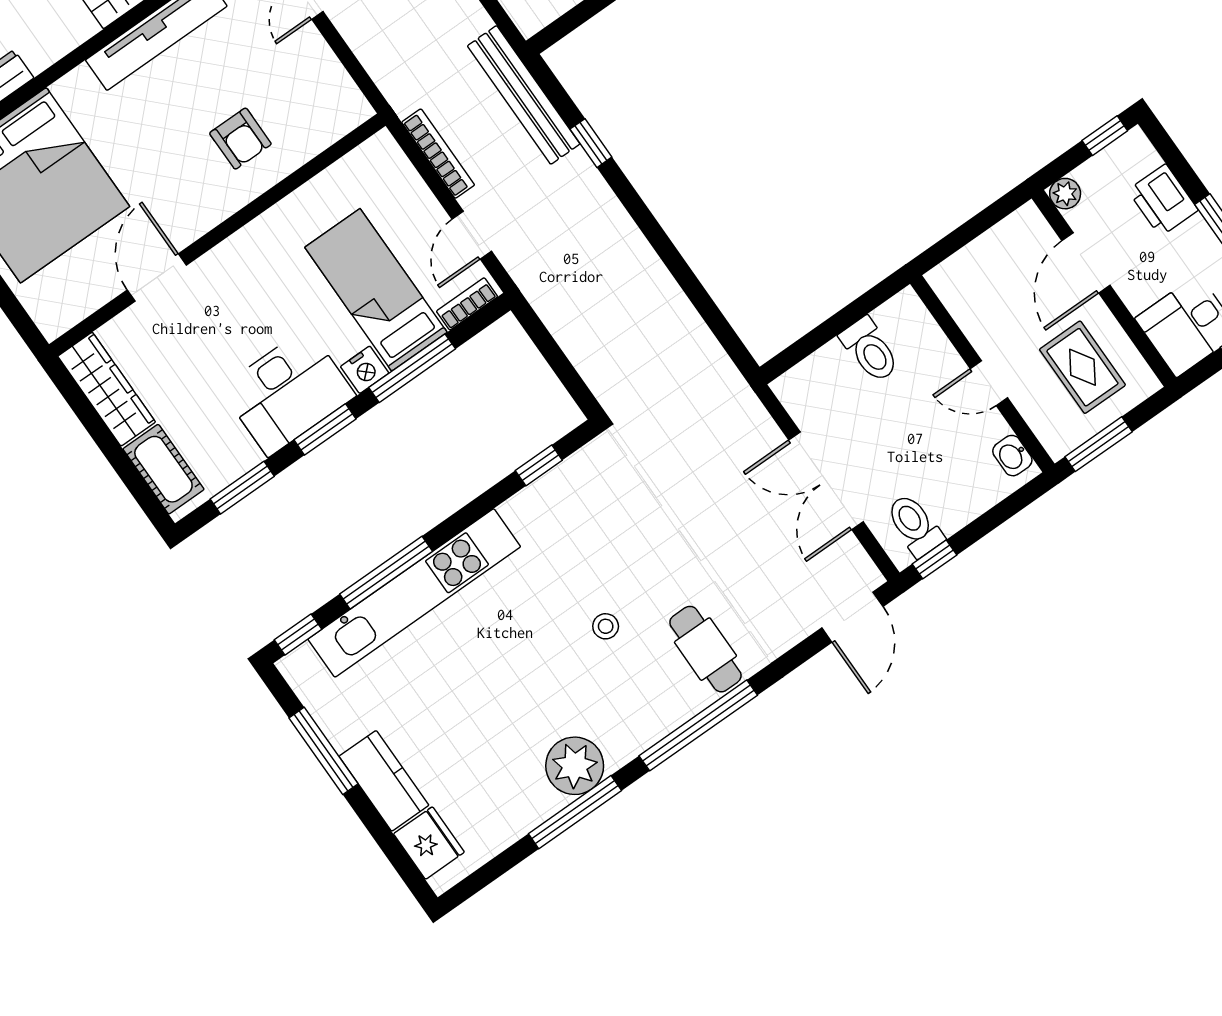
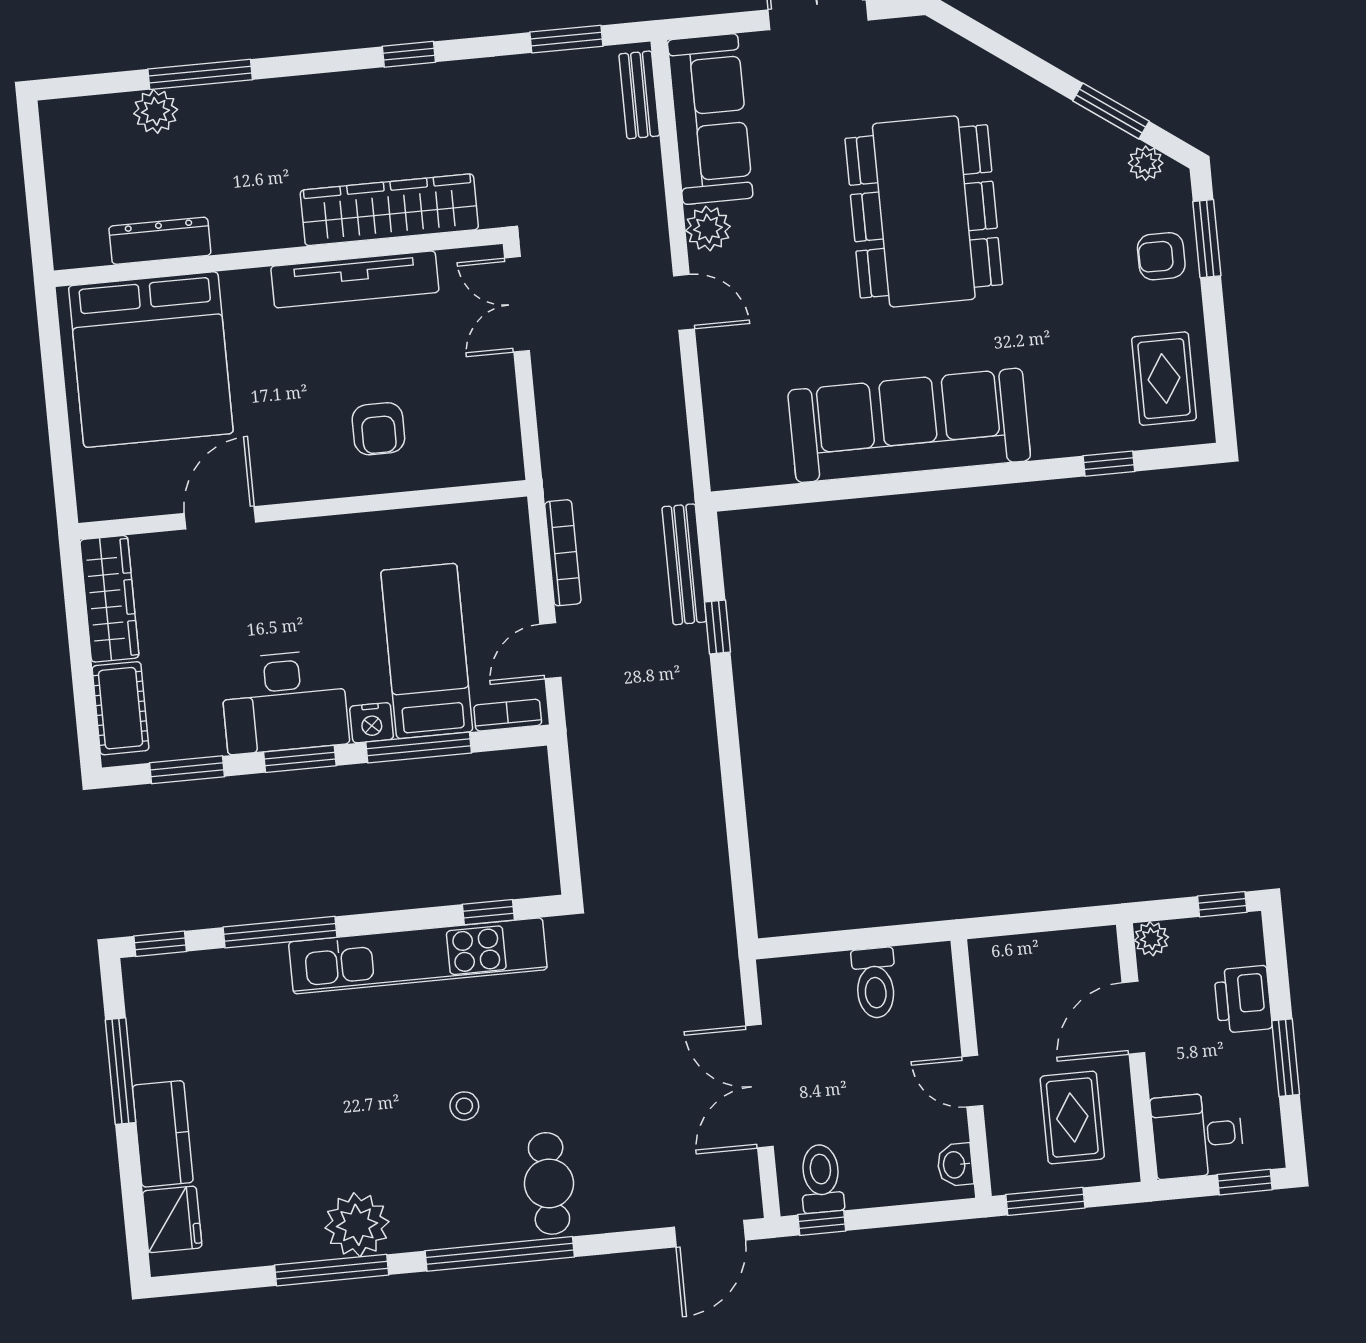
bench: (524, 95) -> (684, 564), width x0.73, depth x0.82
kitchen unit: (414, 593) -> (418, 956), moved

